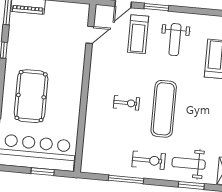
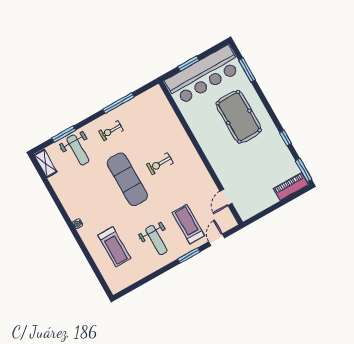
weight bench: (175, 40) -> (156, 240), turned 180
exercise bike: (149, 160) -> (111, 131), width x0.73, depth x0.72
weight bench: (189, 163) -> (78, 150), turned 90

